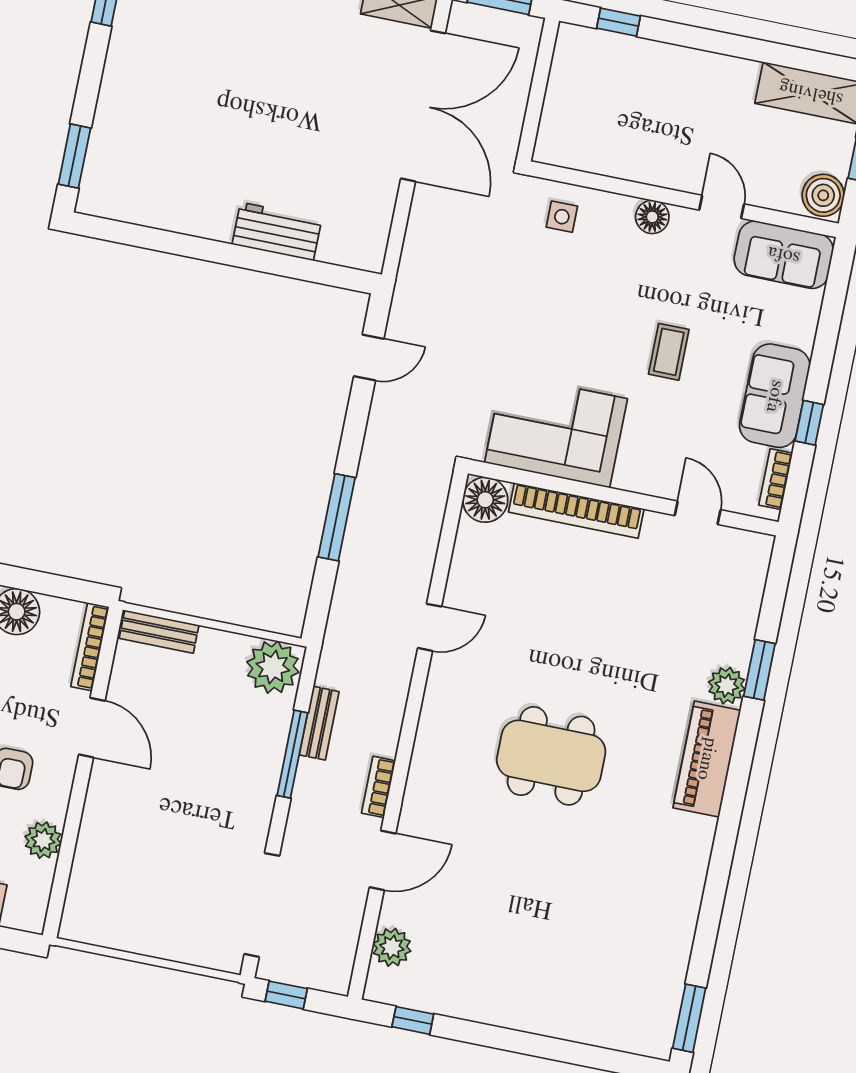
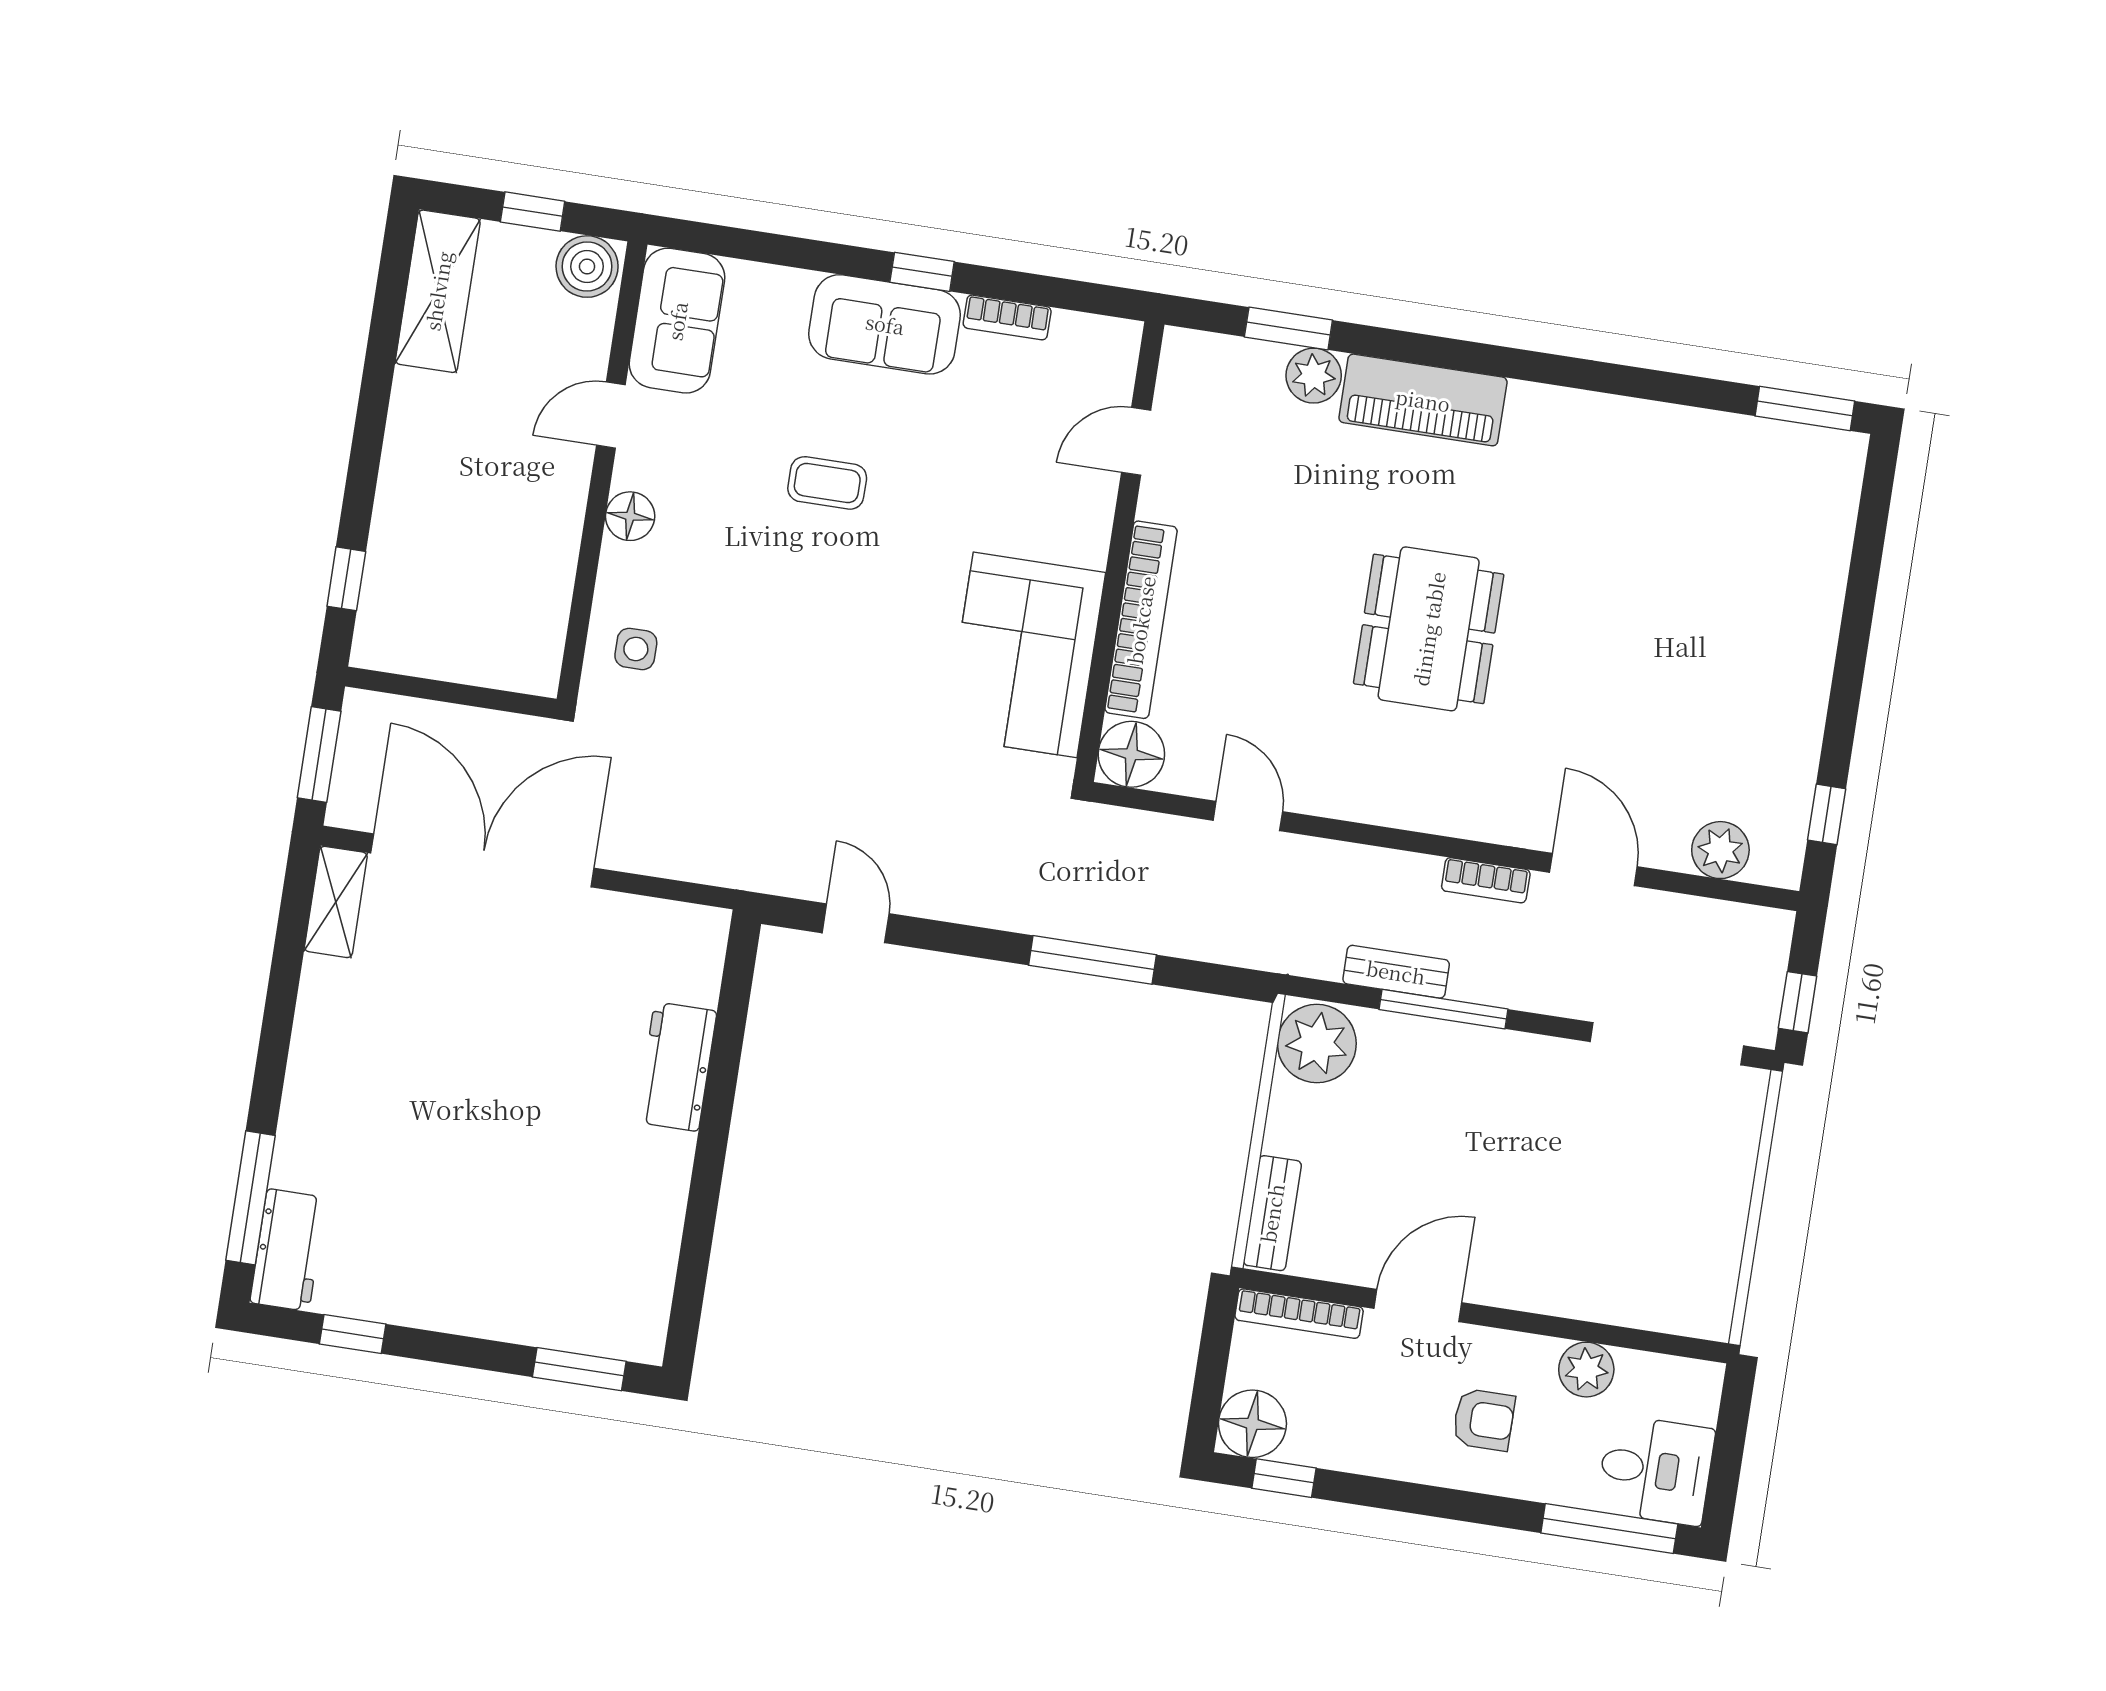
corner sofa: (556, 431) -> (1025, 655), moved
wall: (623, 498) -> (1119, 552), moved
floor lamp: (485, 500) -> (1131, 754), moved
bookcase: (576, 510) -> (1141, 620), moved
door: (698, 513) -> (1136, 441), moved

